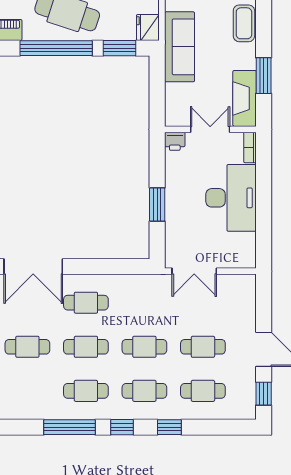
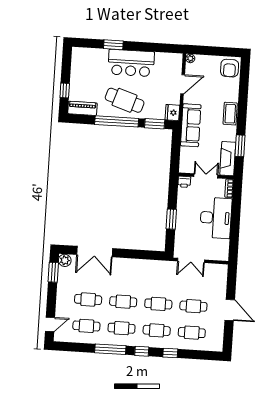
cafe table: (86, 303) -> (86, 326), moved
window: (264, 394) -> (228, 337), removed

